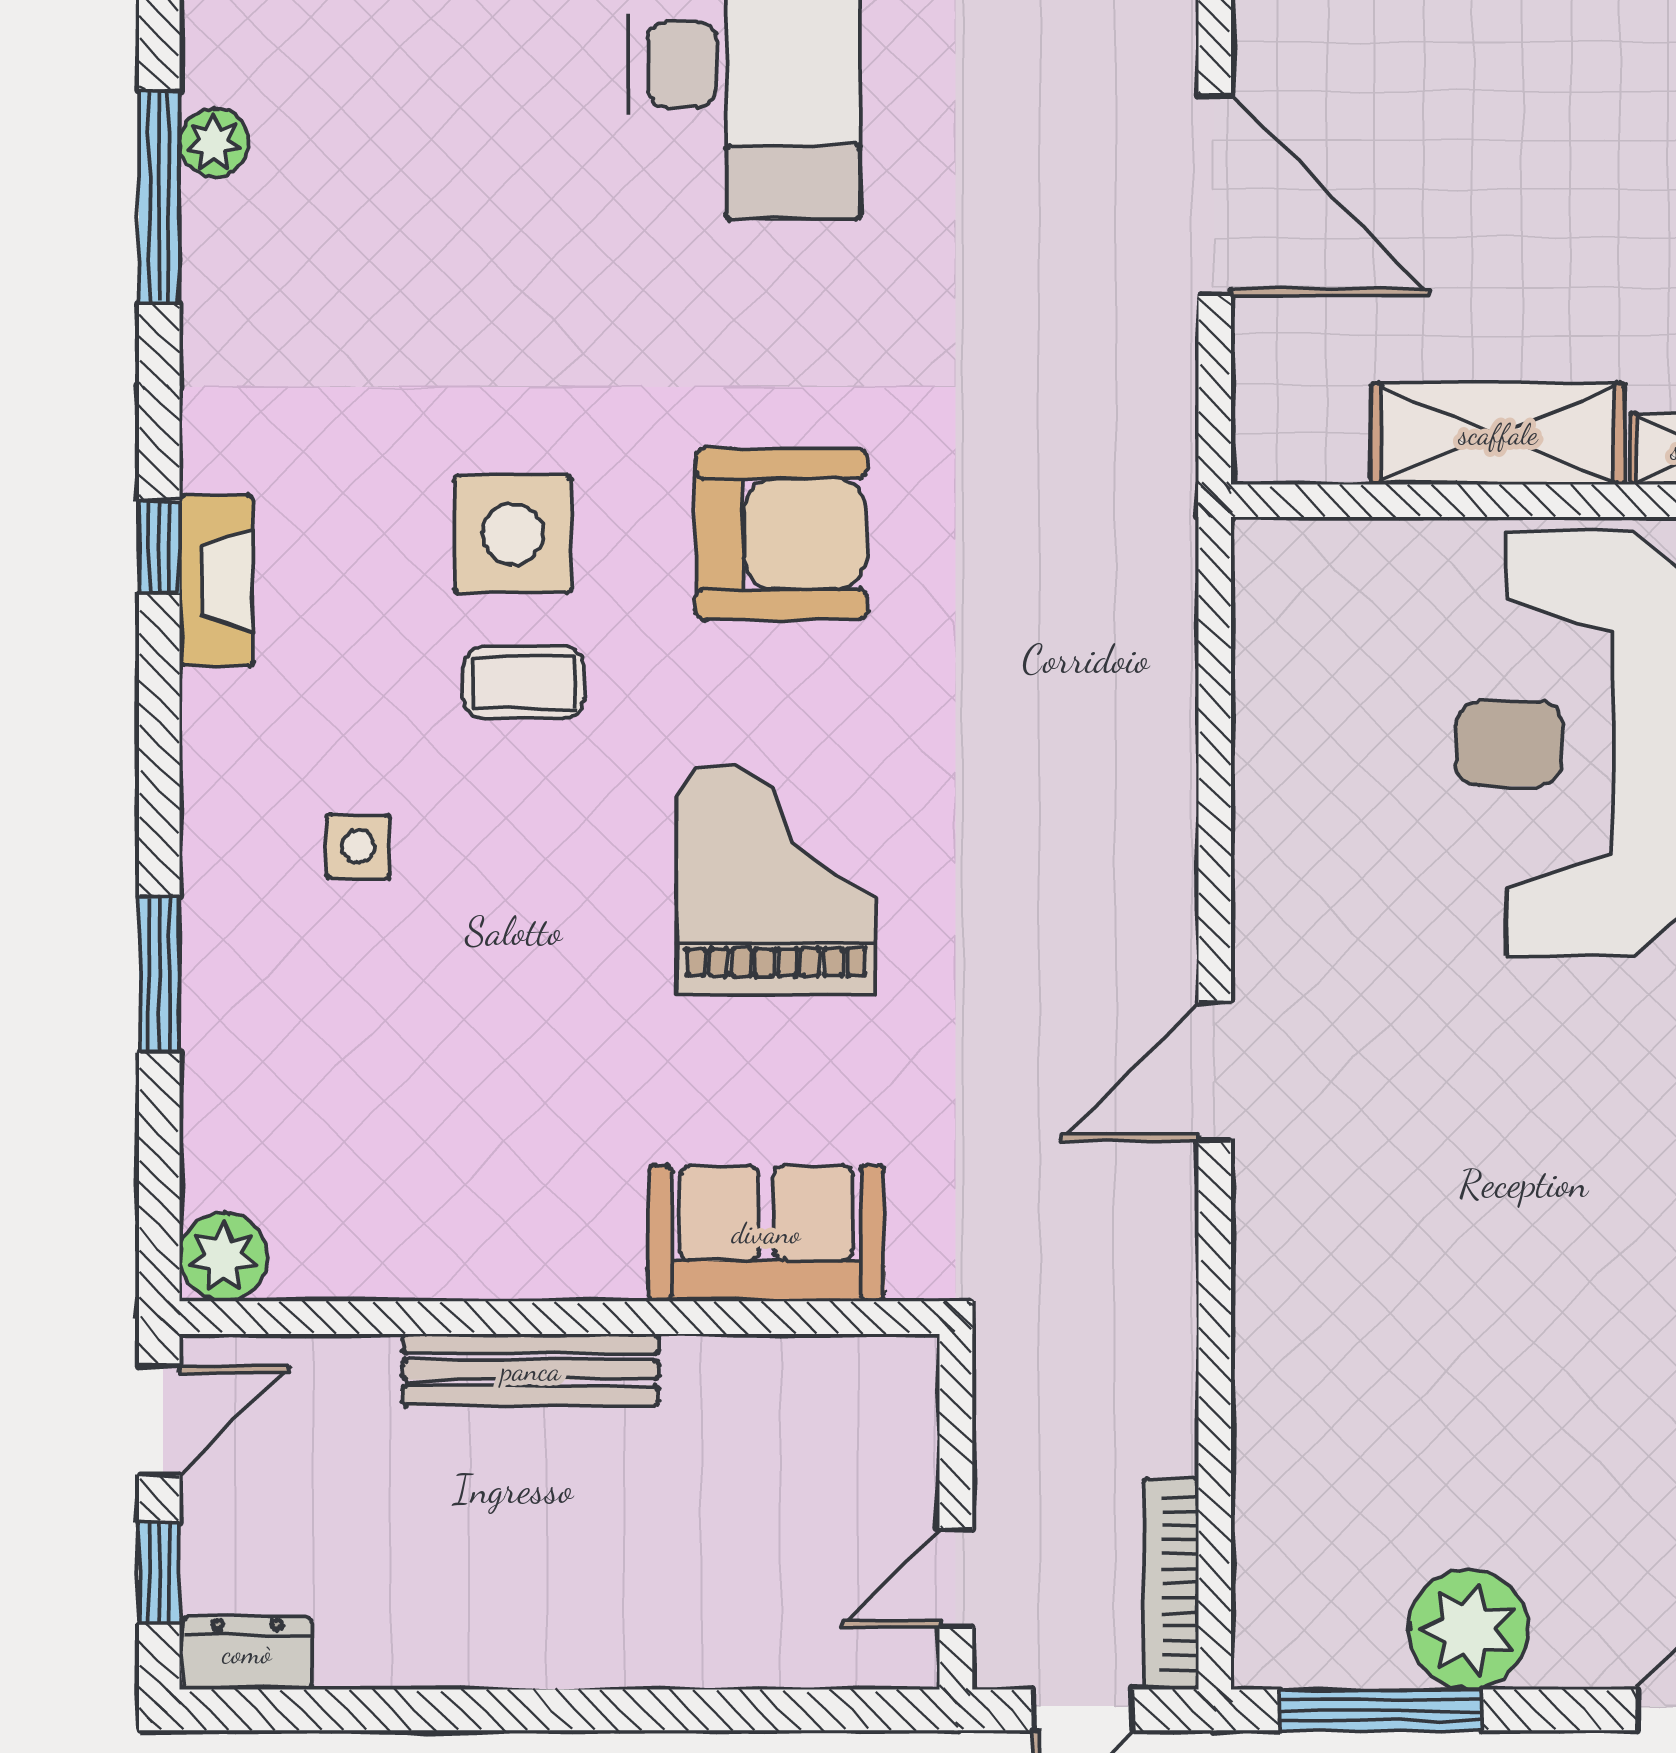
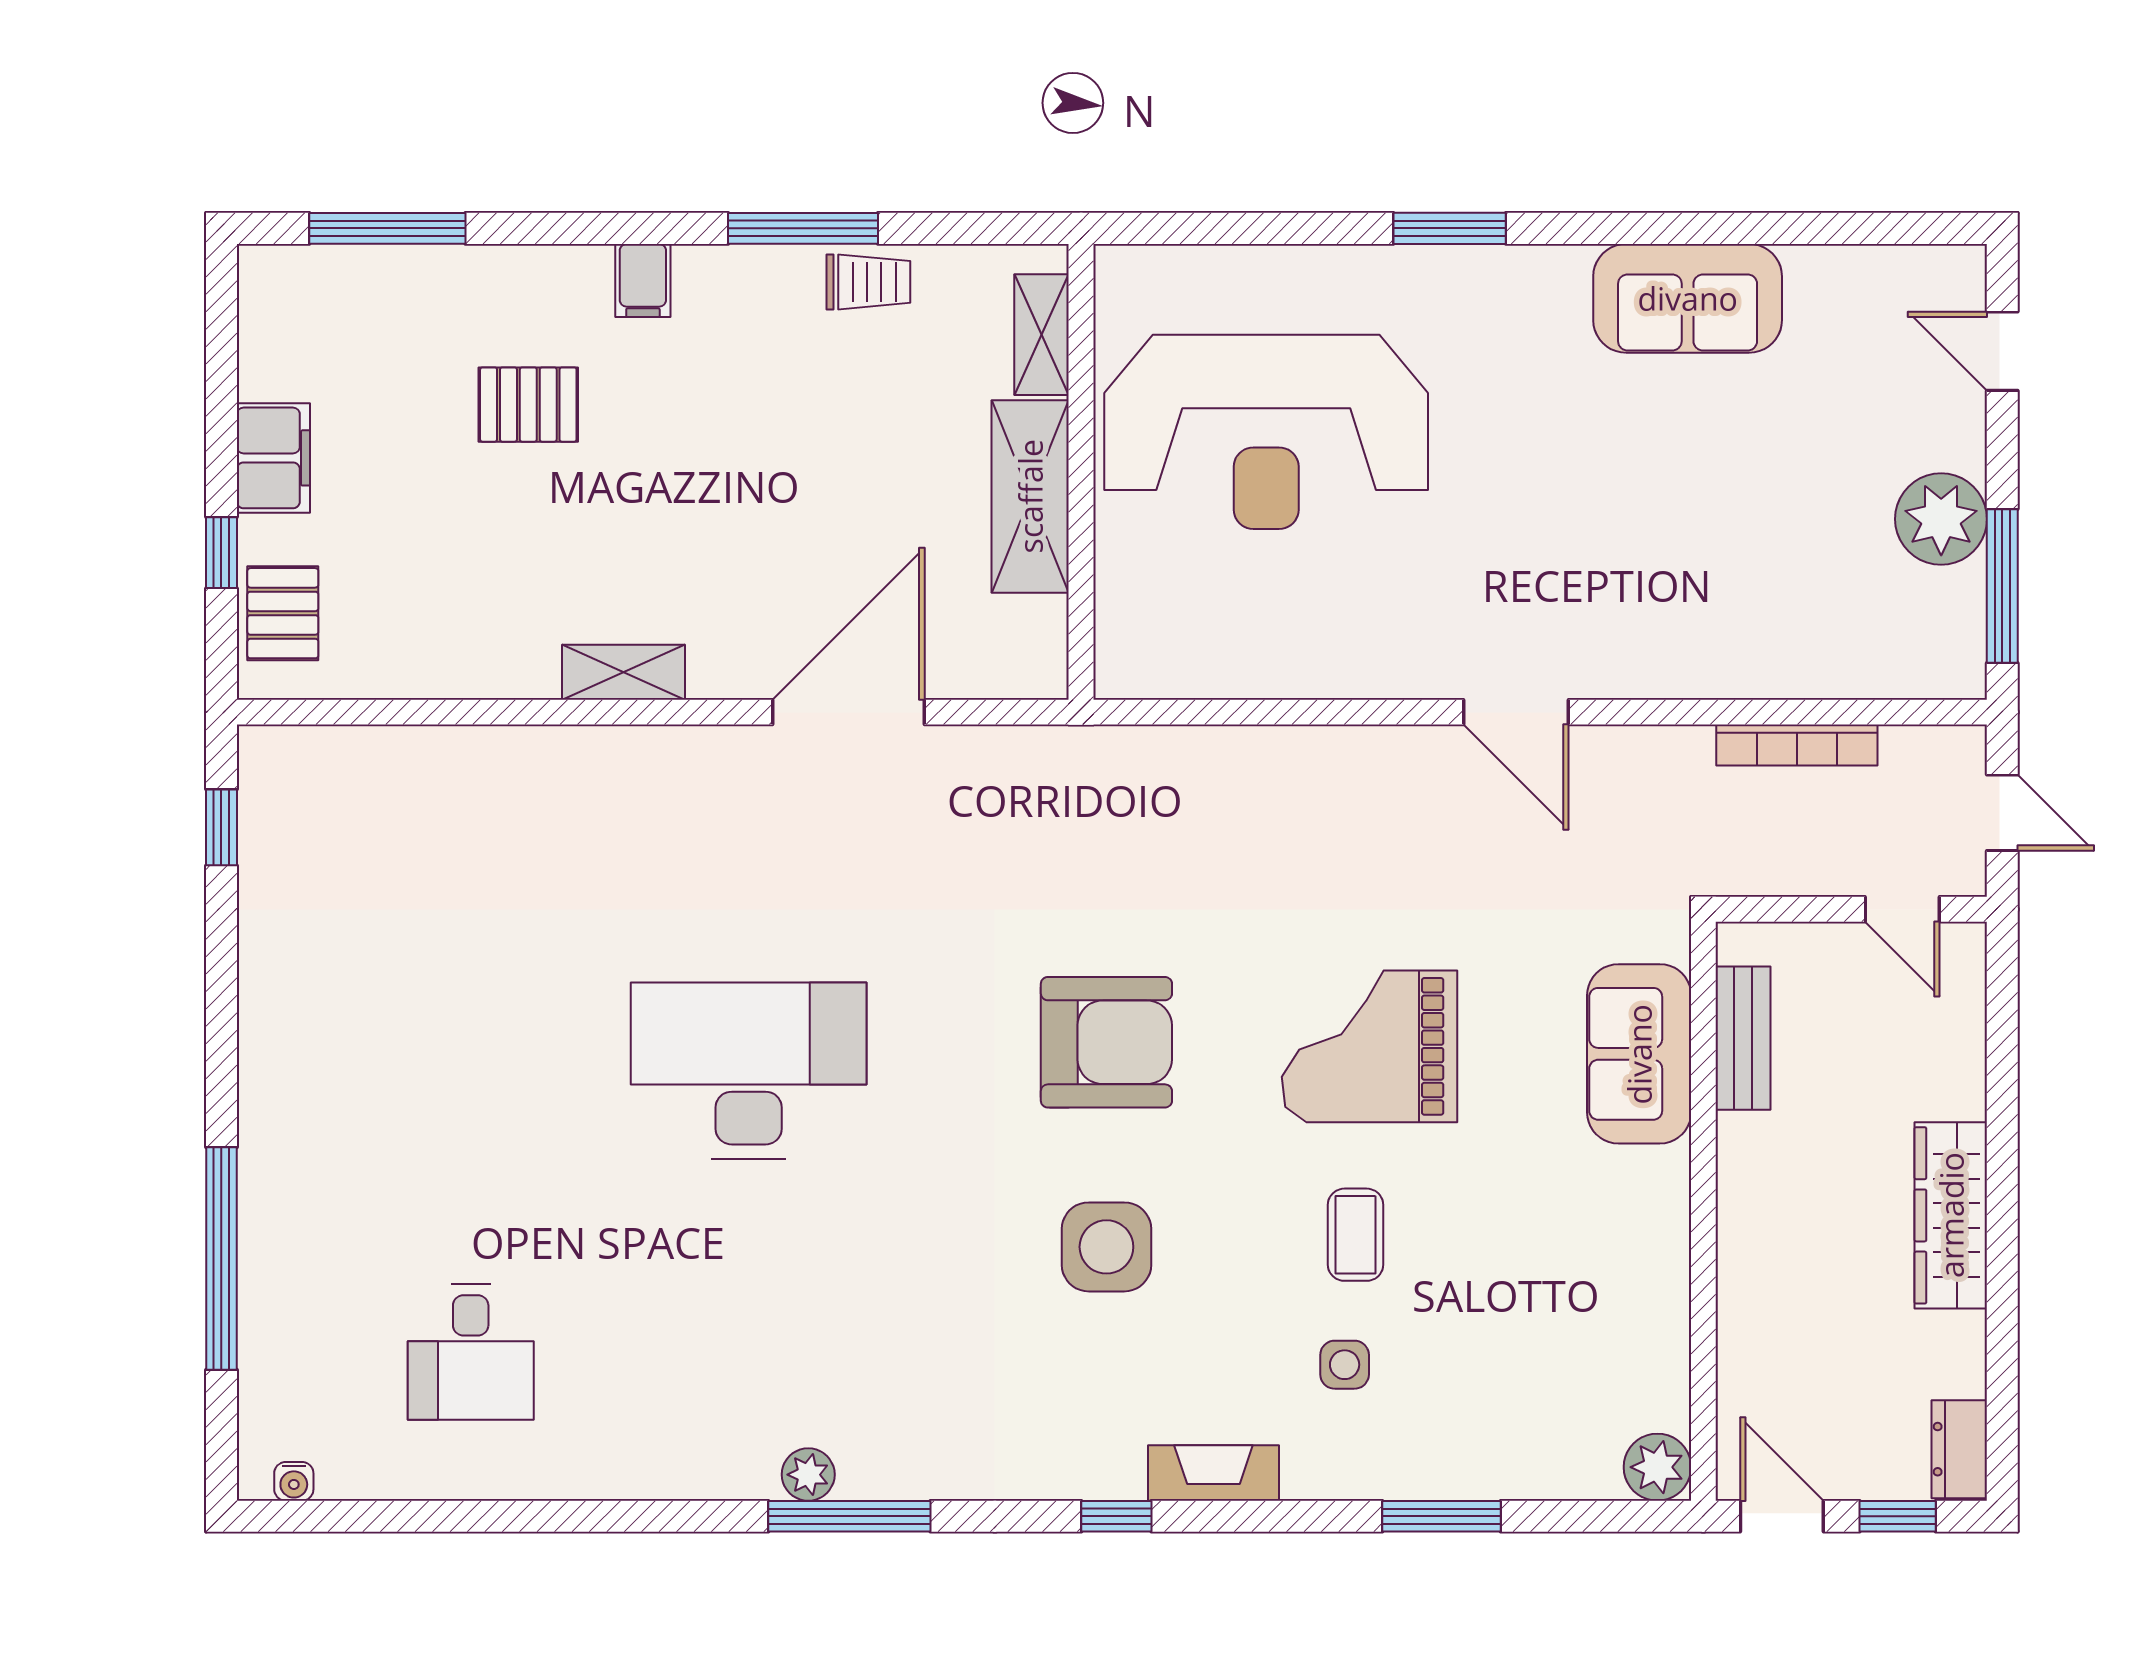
armchair: (781, 534) -> (1106, 1042), turned 90
fireplace: (216, 580) -> (1213, 1473), moved
coffee table: (524, 682) -> (1356, 1235), moved
bench: (531, 1370) -> (1743, 1038), moved, width x0.73
bookcase: (1172, 1584) -> (1797, 745), moved
wardrobe: (554, 1642) -> (1951, 1215), added

